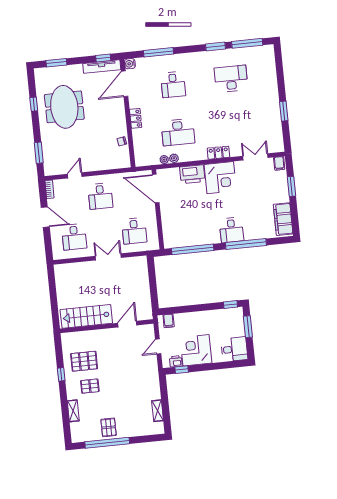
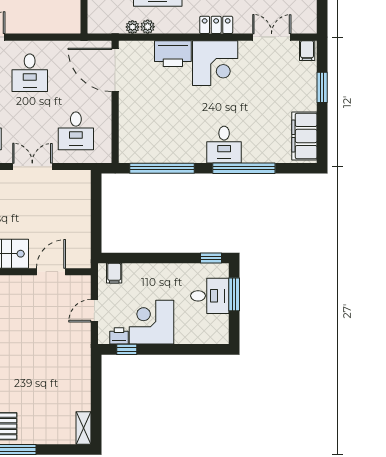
desk: (234, 349) -> (210, 296), moved
shelving: (158, 411) -> (84, 428), moved

